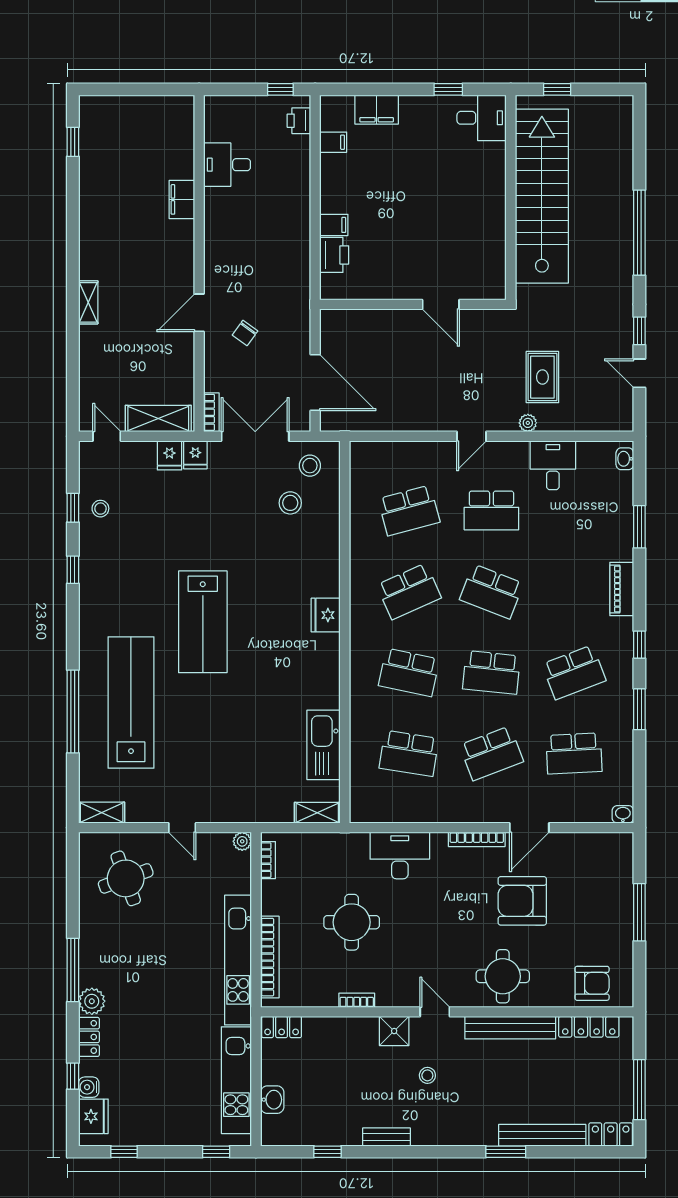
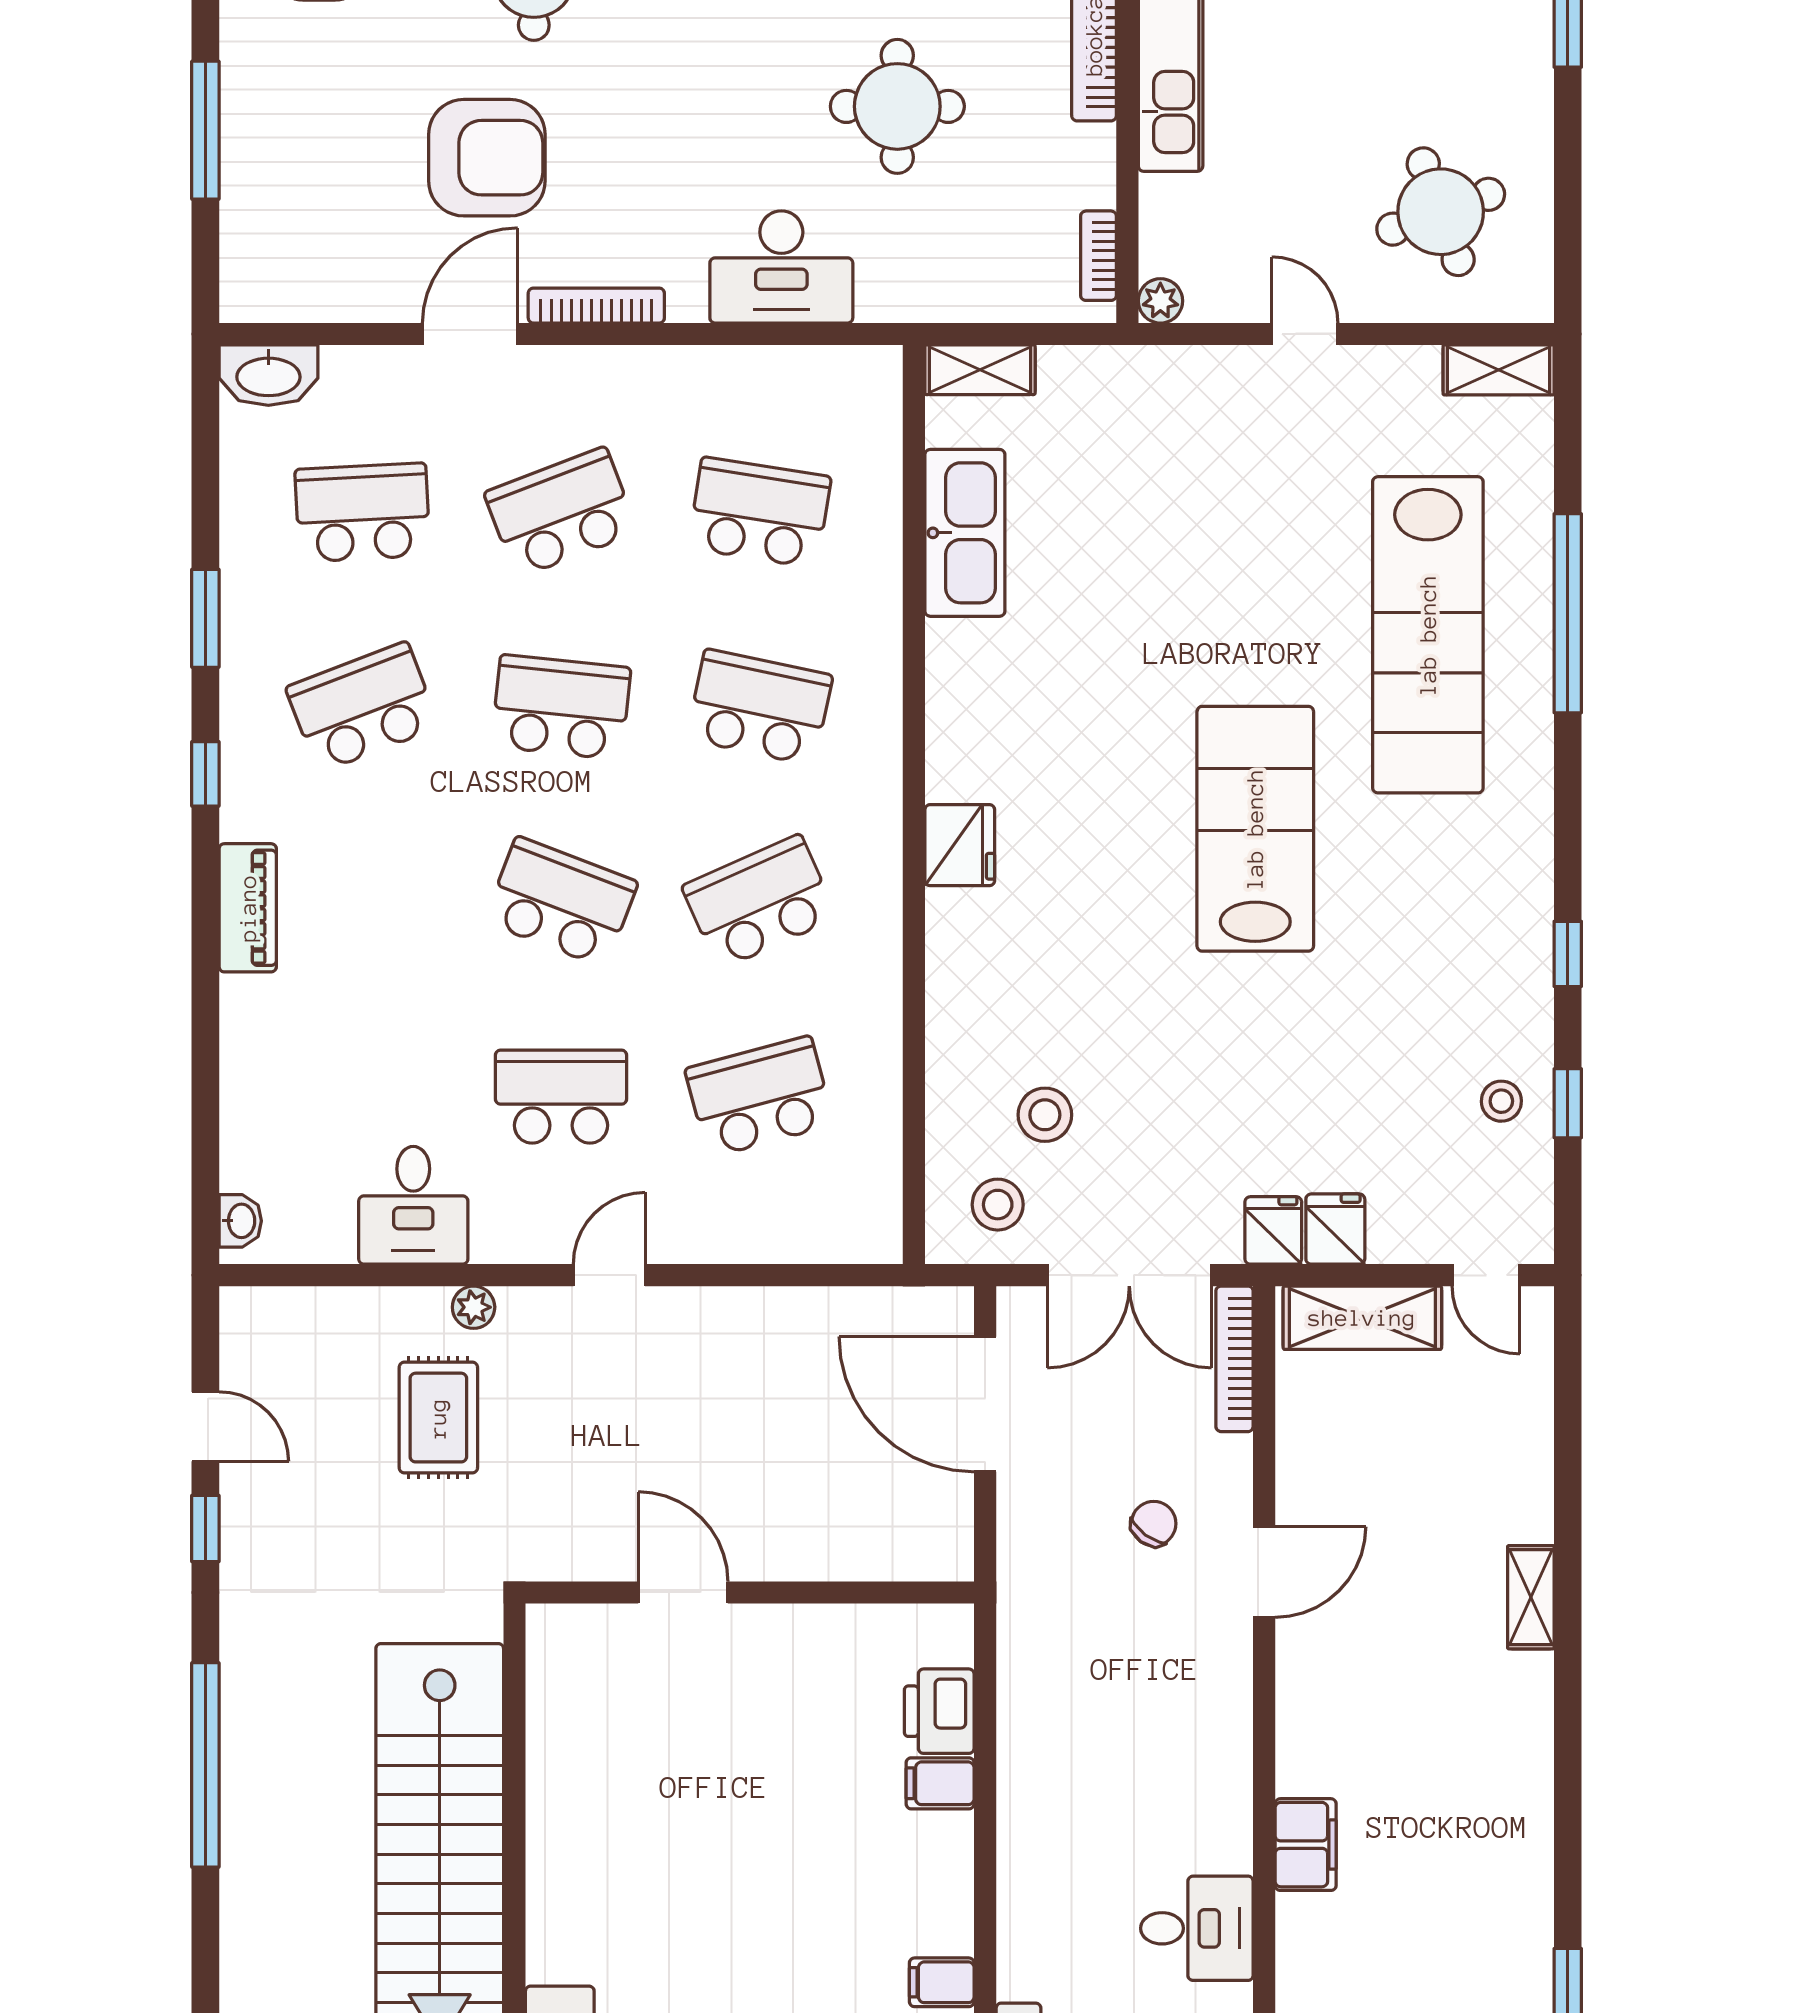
bookcase: (211, 412) -> (1235, 1359), width x1.56
window: (639, 527) -> (205, 1057), removed
washbasin: (623, 814) -> (268, 375), width x1.91, depth x1.45

